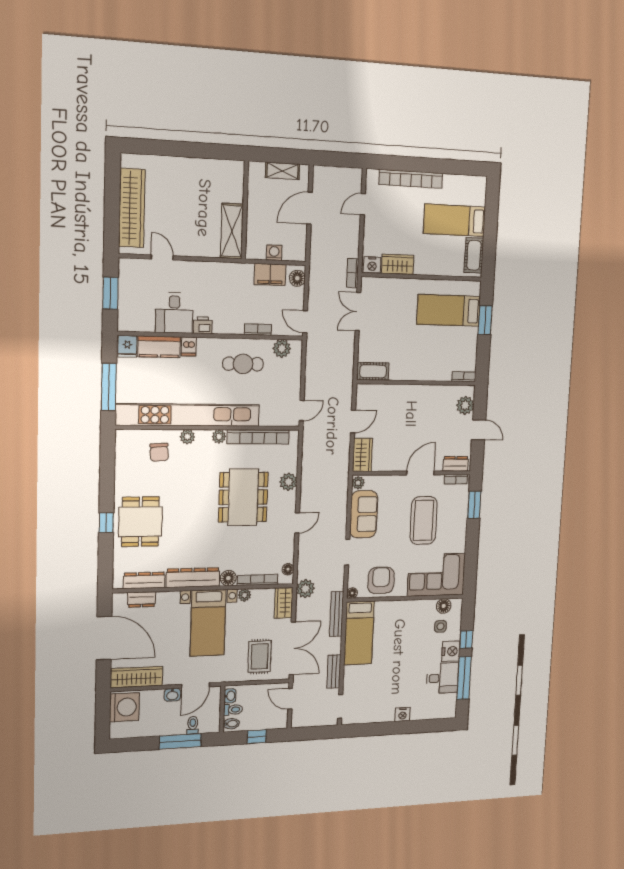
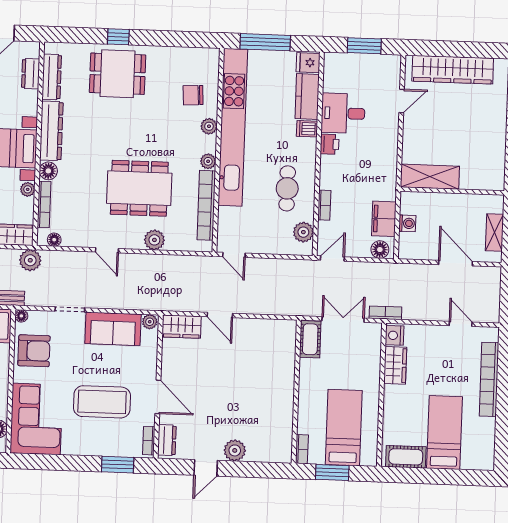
cot: (373, 371) -> (310, 339), moved
bookcase: (464, 377) -> (302, 449), moved
wall: (417, 383) -> (296, 392), moved

